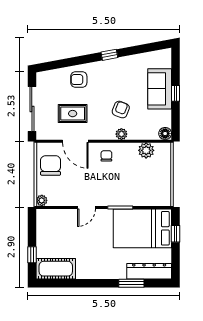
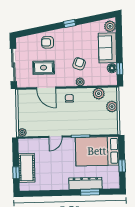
plant: (164, 60) -> (110, 26), added
window: (175, 93) -> (120, 69), moved
floor lamp: (165, 134) -> (112, 68), moved
chair: (51, 165) -> (28, 106), removed
plant: (164, 168) -> (112, 107), added
window: (175, 234) -> (122, 166), moved
cot: (56, 269) -> (27, 168), moved, turned 90
dresser: (149, 271) -> (85, 183), moved

